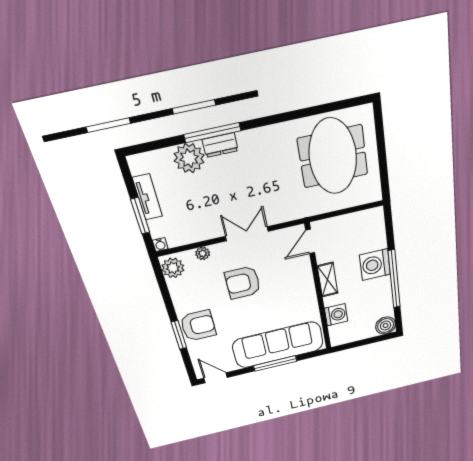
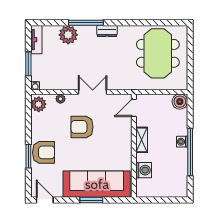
dresser: (220, 145) -> (107, 31), moved
tv unit: (147, 197) -> (36, 40), moved
washing machine: (375, 265) -> (182, 142), width x0.53, depth x0.53
boiler: (386, 326) -> (180, 102), moved
window: (275, 363) -> (91, 200), width x0.69

